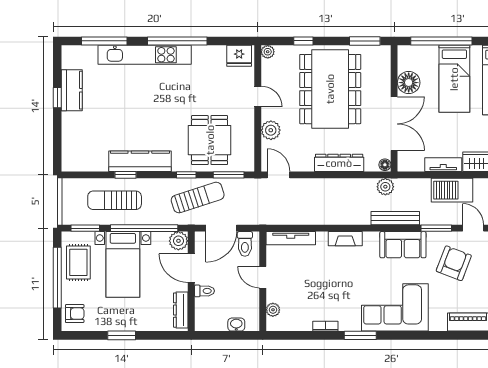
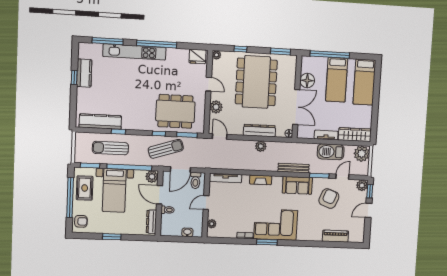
dining table: (210, 140) -> (175, 111), width x1.37
kitchen counter: (140, 161) -> (100, 122), moved
plant: (385, 187) -> (261, 146), moved
door: (473, 228) -> (342, 177), hinge flipped
door: (263, 277) -> (206, 203), hinge flipped
corner sofa: (395, 307) -> (276, 225), moved

